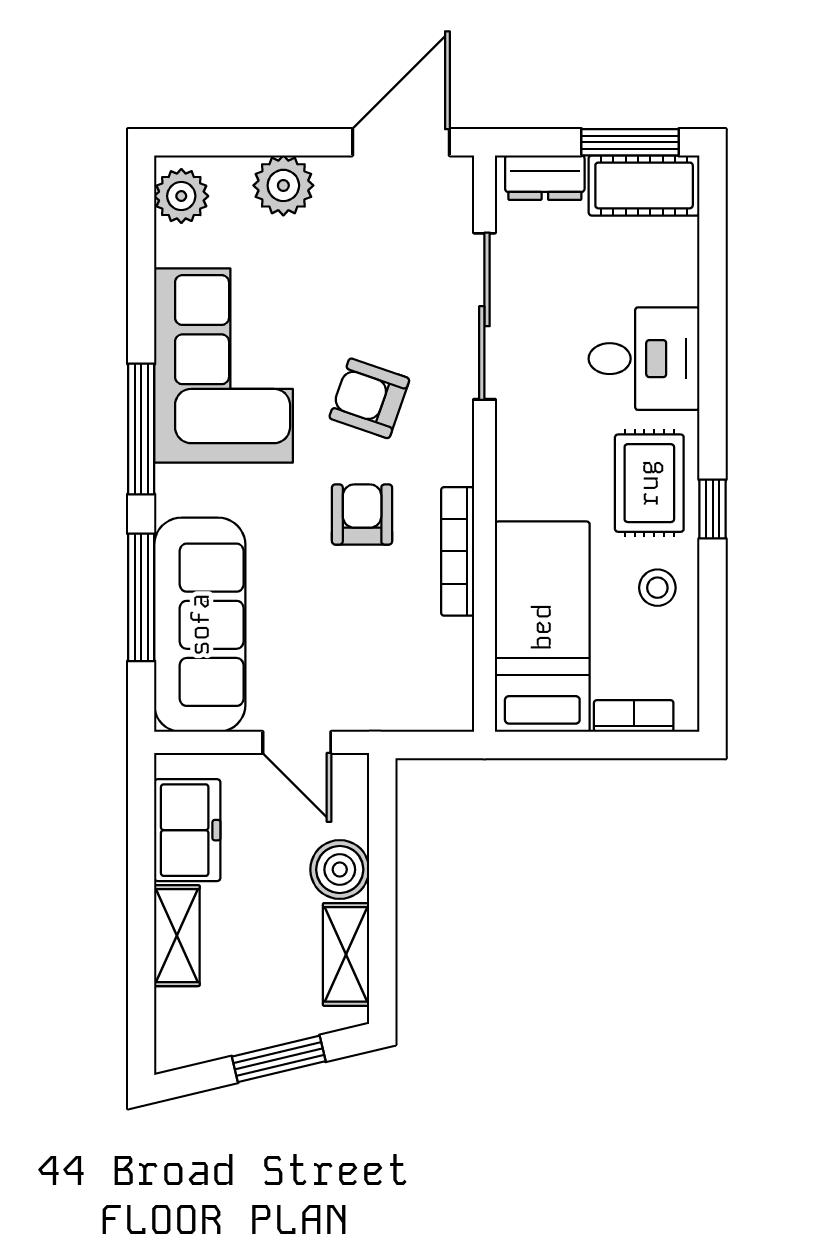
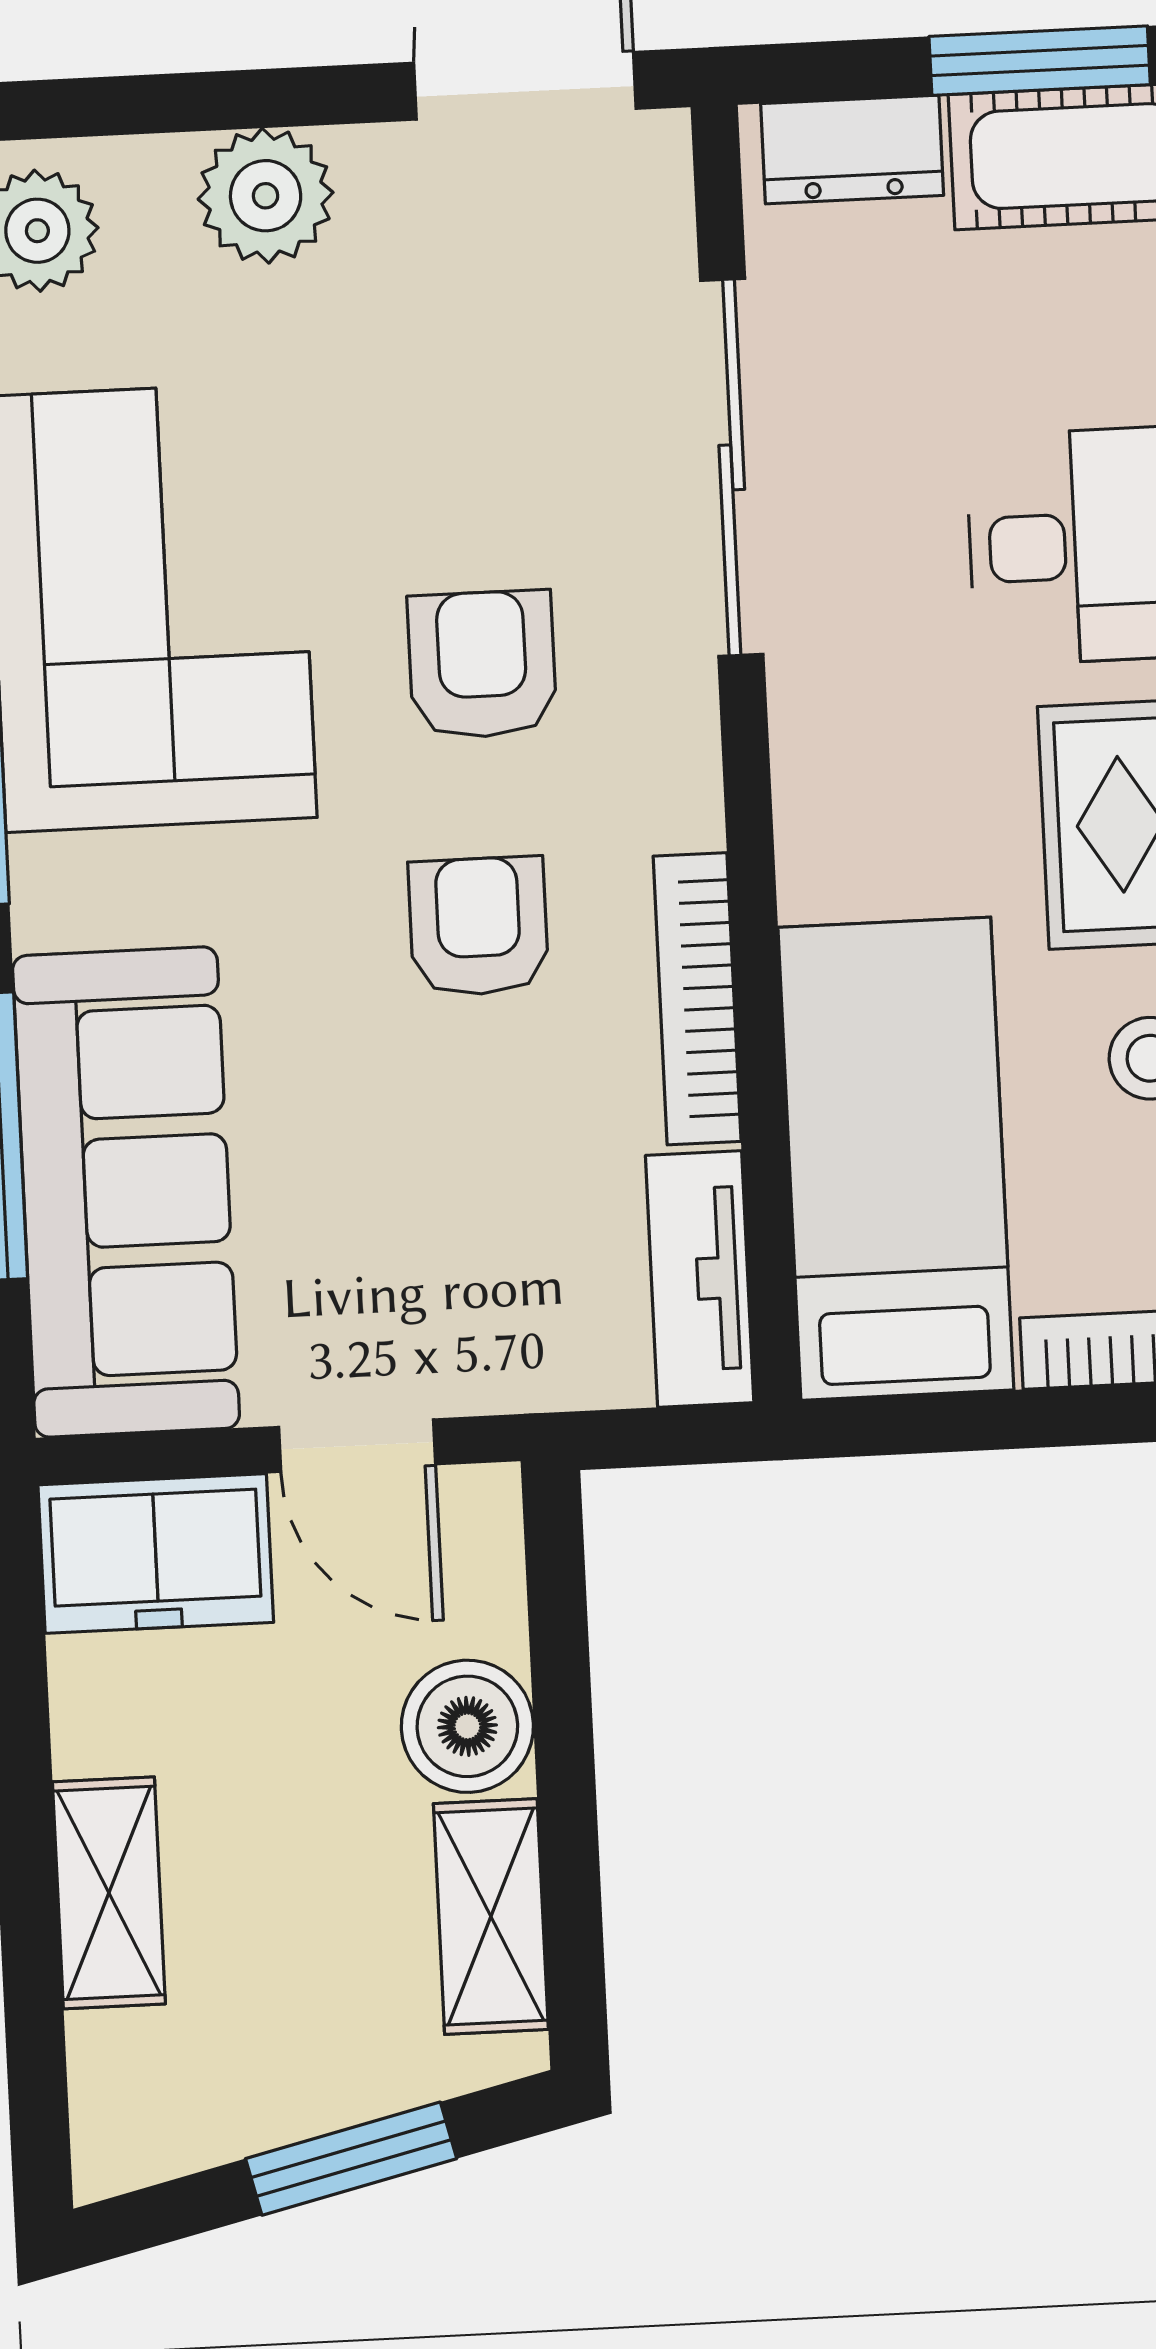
armchair: (369, 398) -> (482, 665), turned 71
tv unit: (453, 676) -> (700, 1279), added
freezer: (187, 830) -> (156, 1554), moved, turned 90

